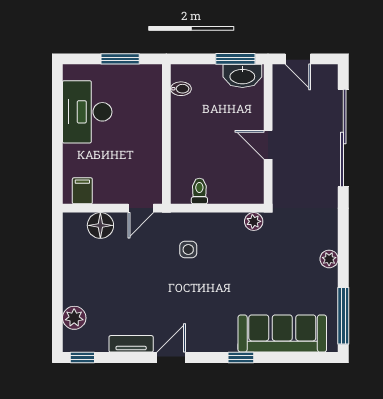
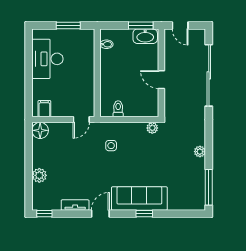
floor lamp: (100, 225) -> (40, 130), moved
plant: (74, 318) -> (39, 175), moved
sofa: (282, 334) -> (139, 199), moved

